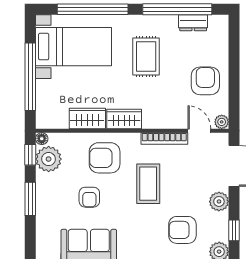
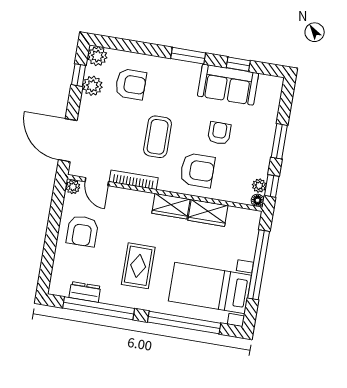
plant: (49, 159) -> (259, 186), width x0.53, depth x0.53
plant: (219, 201) -> (92, 86), moved

